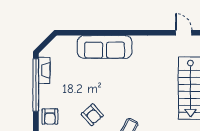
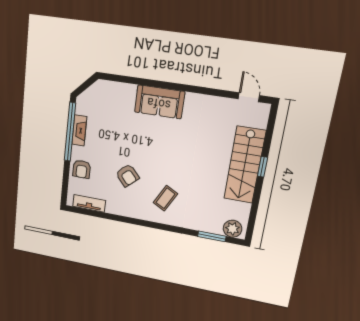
sofa: (105, 47) -> (159, 102), width x0.73
fireplace: (44, 70) -> (79, 130), moved

